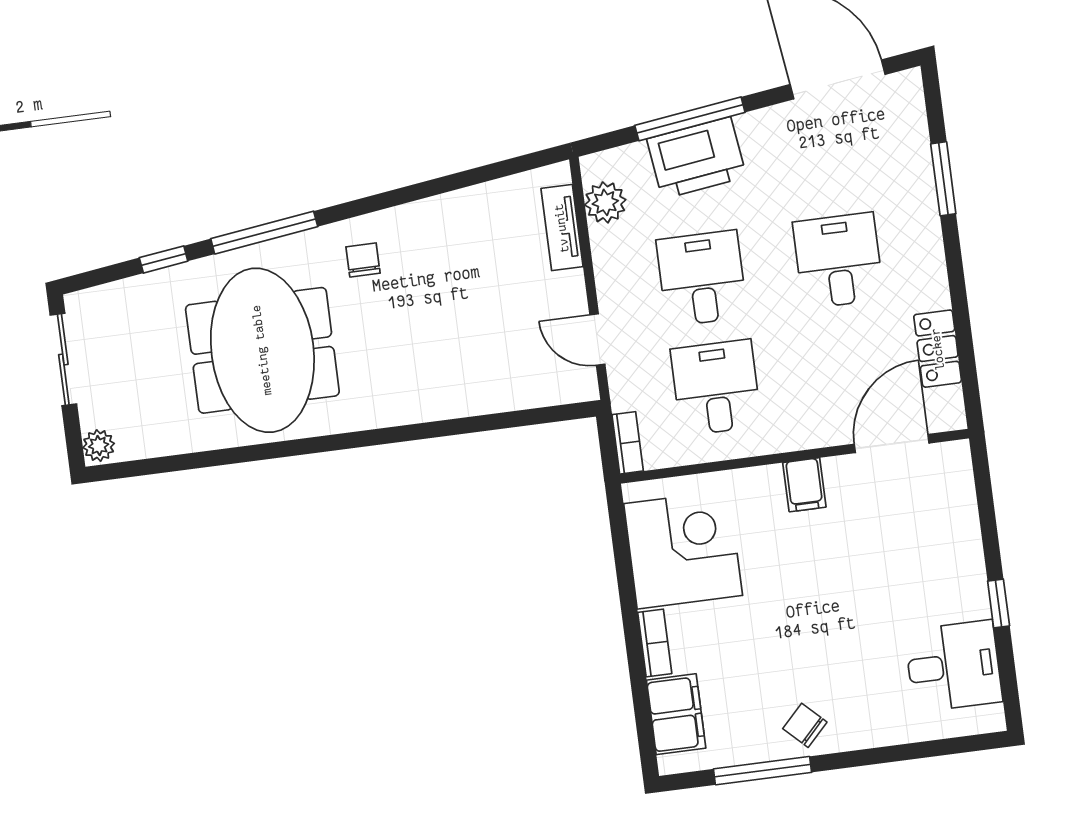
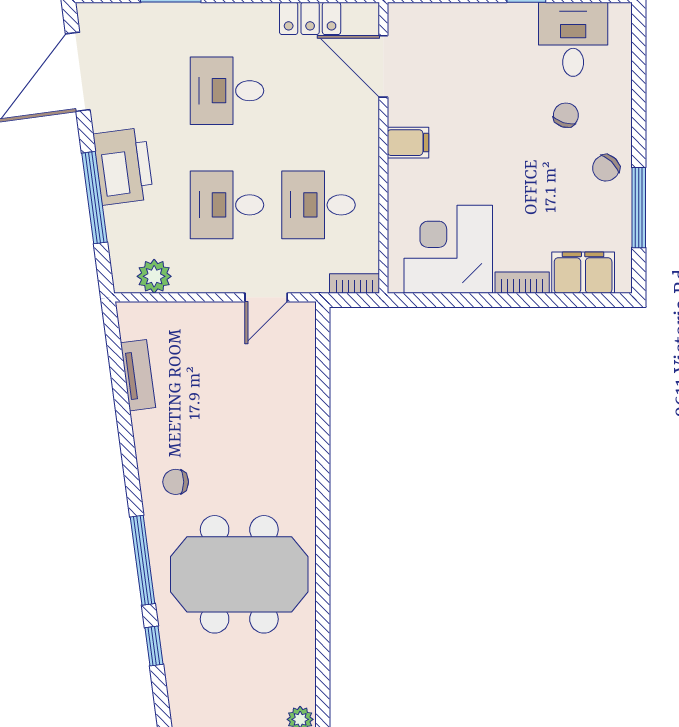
printer: (697, 158) -> (123, 166), moved
tv unit: (562, 228) -> (138, 375), moved, turned -98
chair: (862, 669) -> (566, 115), added

